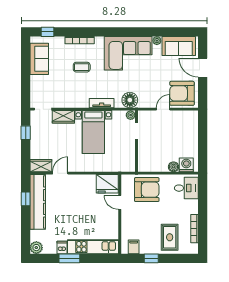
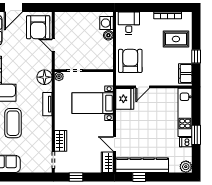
coffee table: (82, 67) -> (13, 123), width x1.86, depth x1.72
bed with nightstands: (93, 132) -> (93, 103), moved, turned 180
filing cabinet: (134, 247) -> (185, 73), width x2.00

